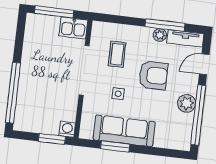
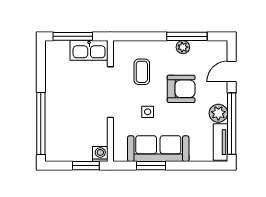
kitchen sink: (73, 28) -> (89, 50), width x1.38
tv unit: (185, 38) -> (220, 142), moved, turned 90

